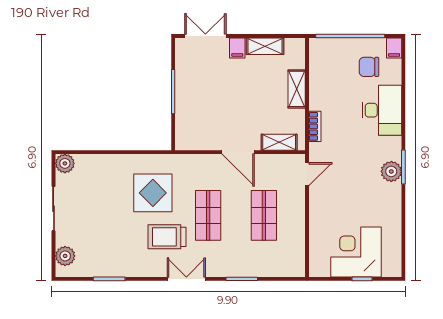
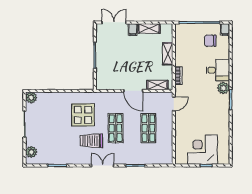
desk: (382, 110) -> (218, 70), width x0.73
plant: (391, 171) -> (223, 88), moved

